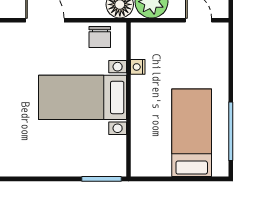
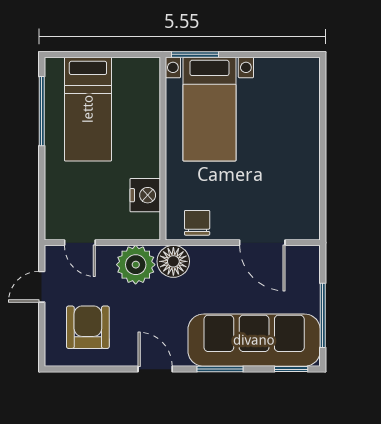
nightstand: (138, 67) -> (145, 195), width x1.89, depth x1.79
bed with nightstands: (82, 97) -> (209, 109), moved, turned 90

